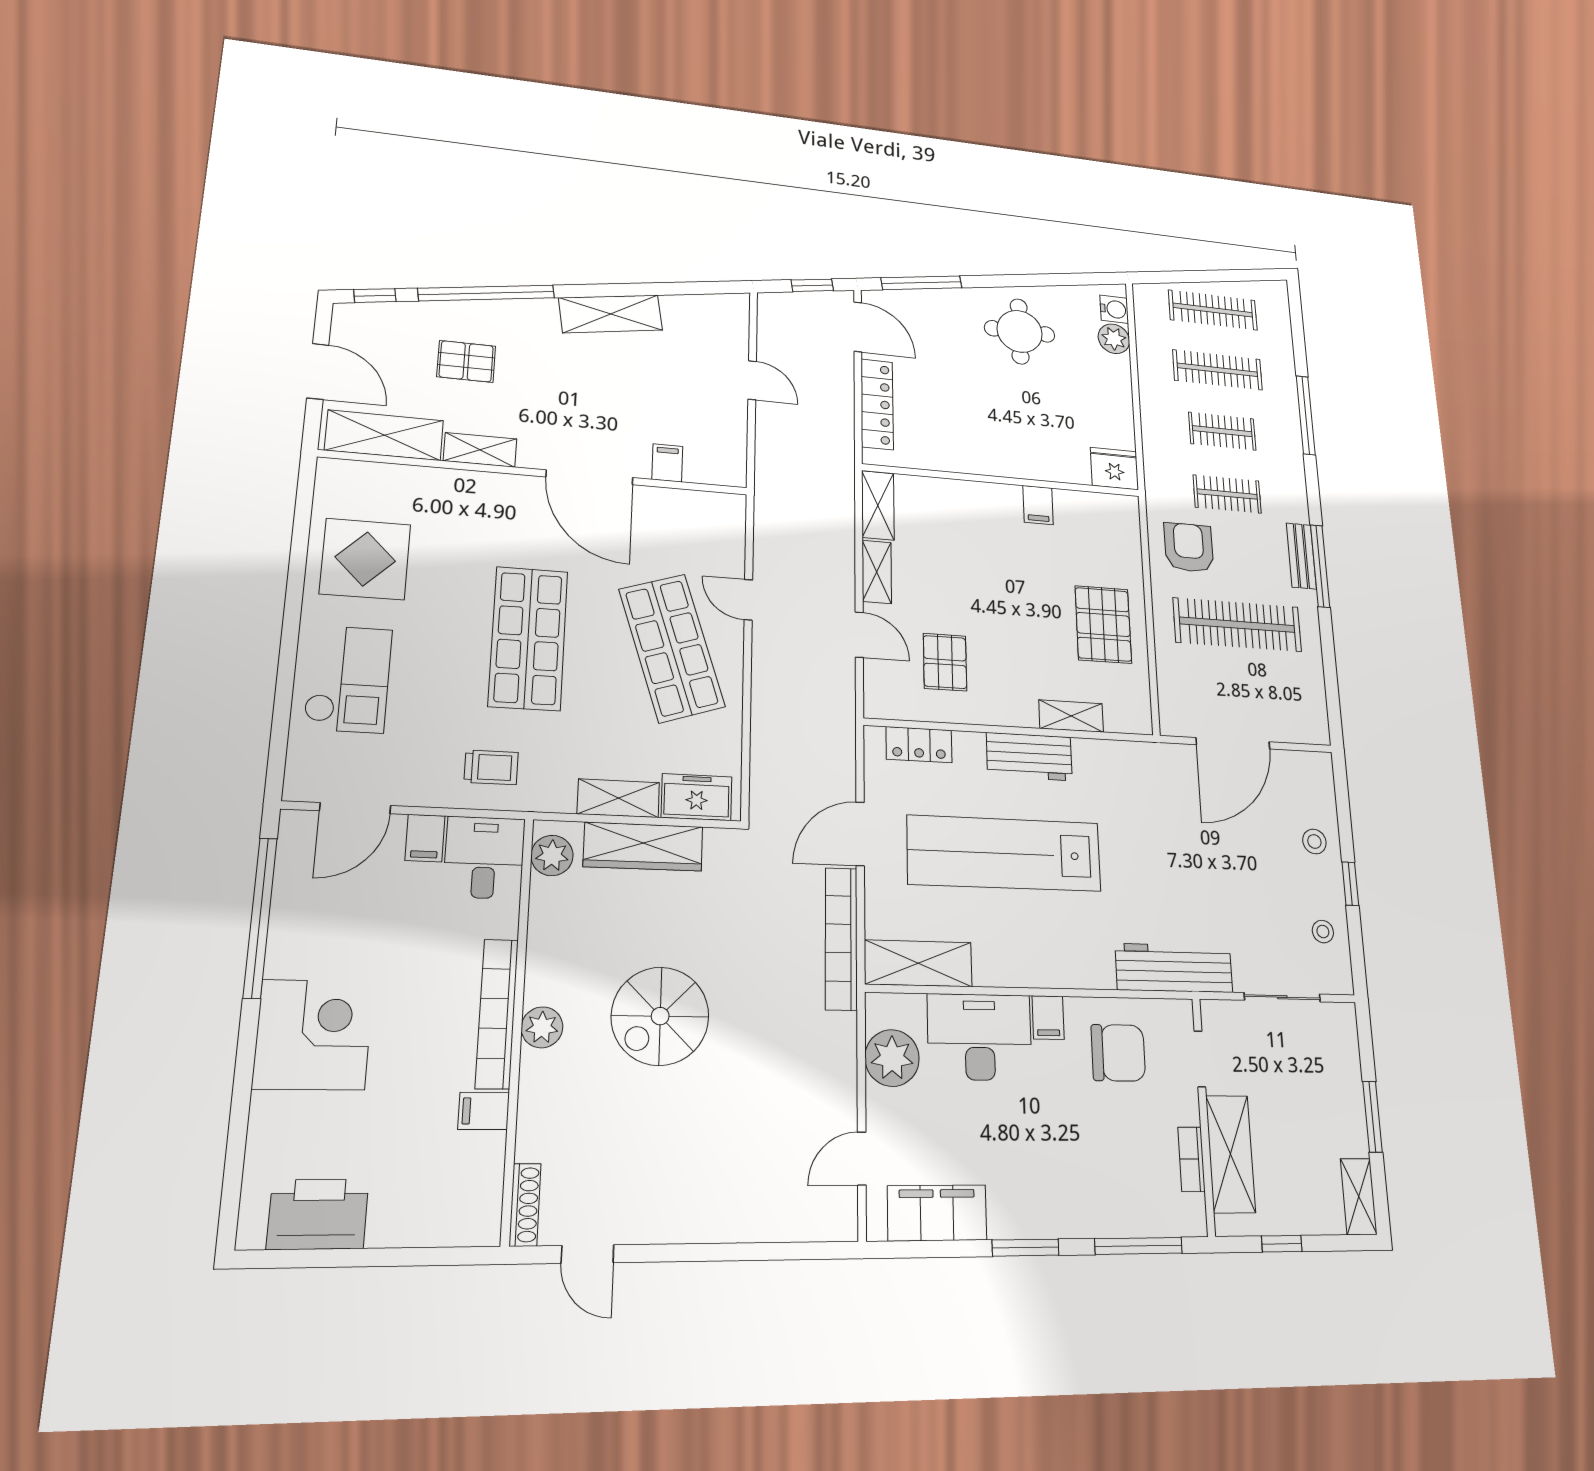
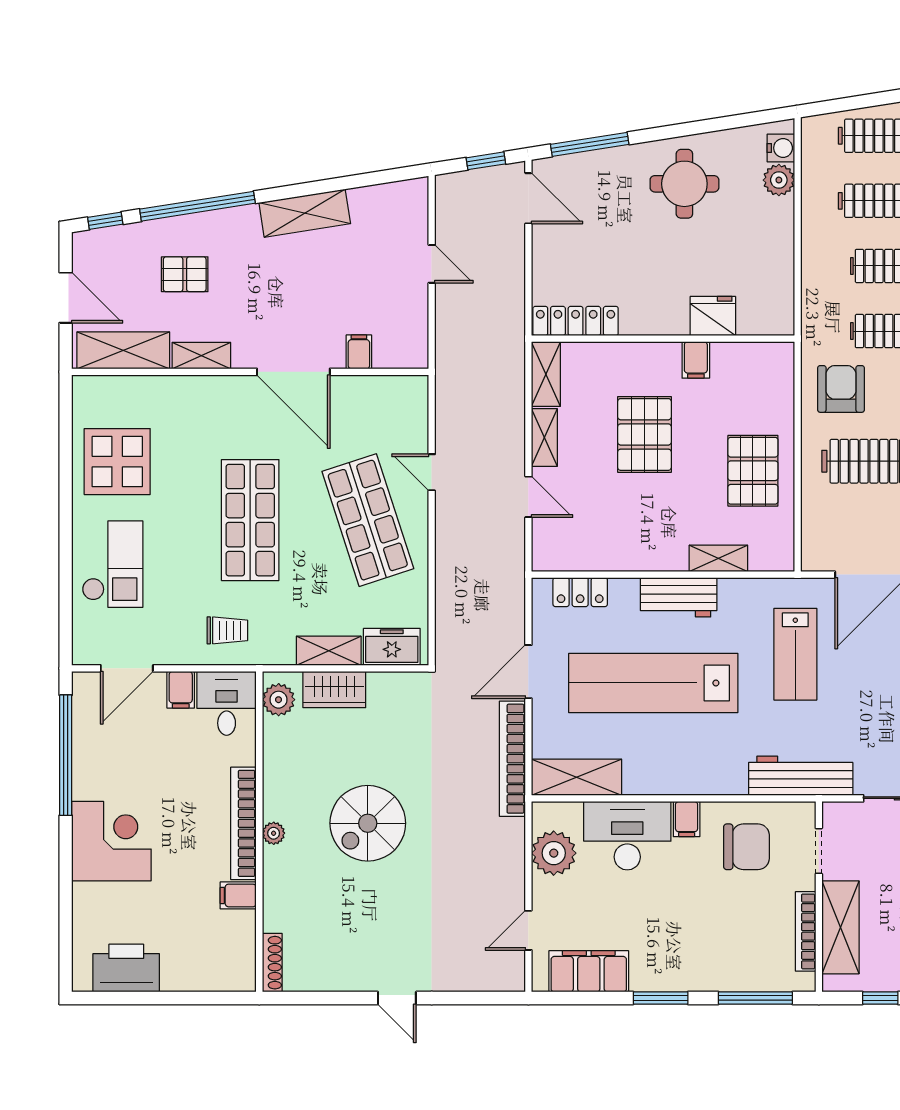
locker: (877, 404) -> (576, 321), moved, turned -90
fridge: (1114, 469) -> (713, 316), moved
pallet: (945, 662) -> (644, 434), moved, width x1.50, depth x1.42
lab bench: (1160, 827) -> (795, 654), added
wardrobe: (643, 847) -> (334, 690), width x0.67
plant: (542, 1027) -> (274, 833), width x0.73, depth x0.73
bookcase: (1191, 1159) -> (806, 931), width x1.56
door: (587, 1254) -> (397, 998), moved

